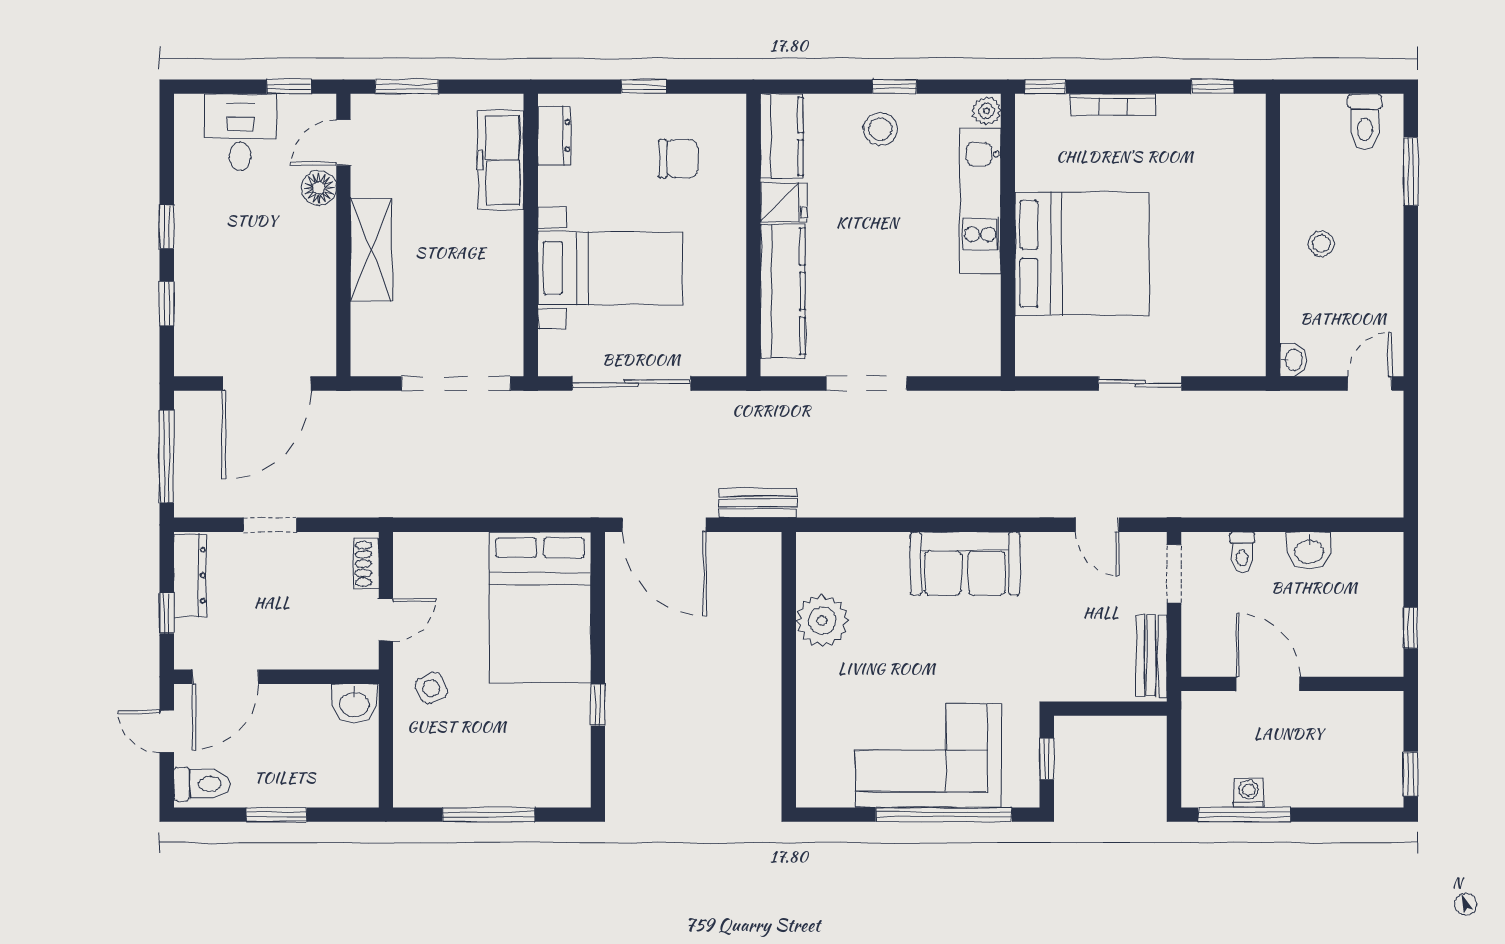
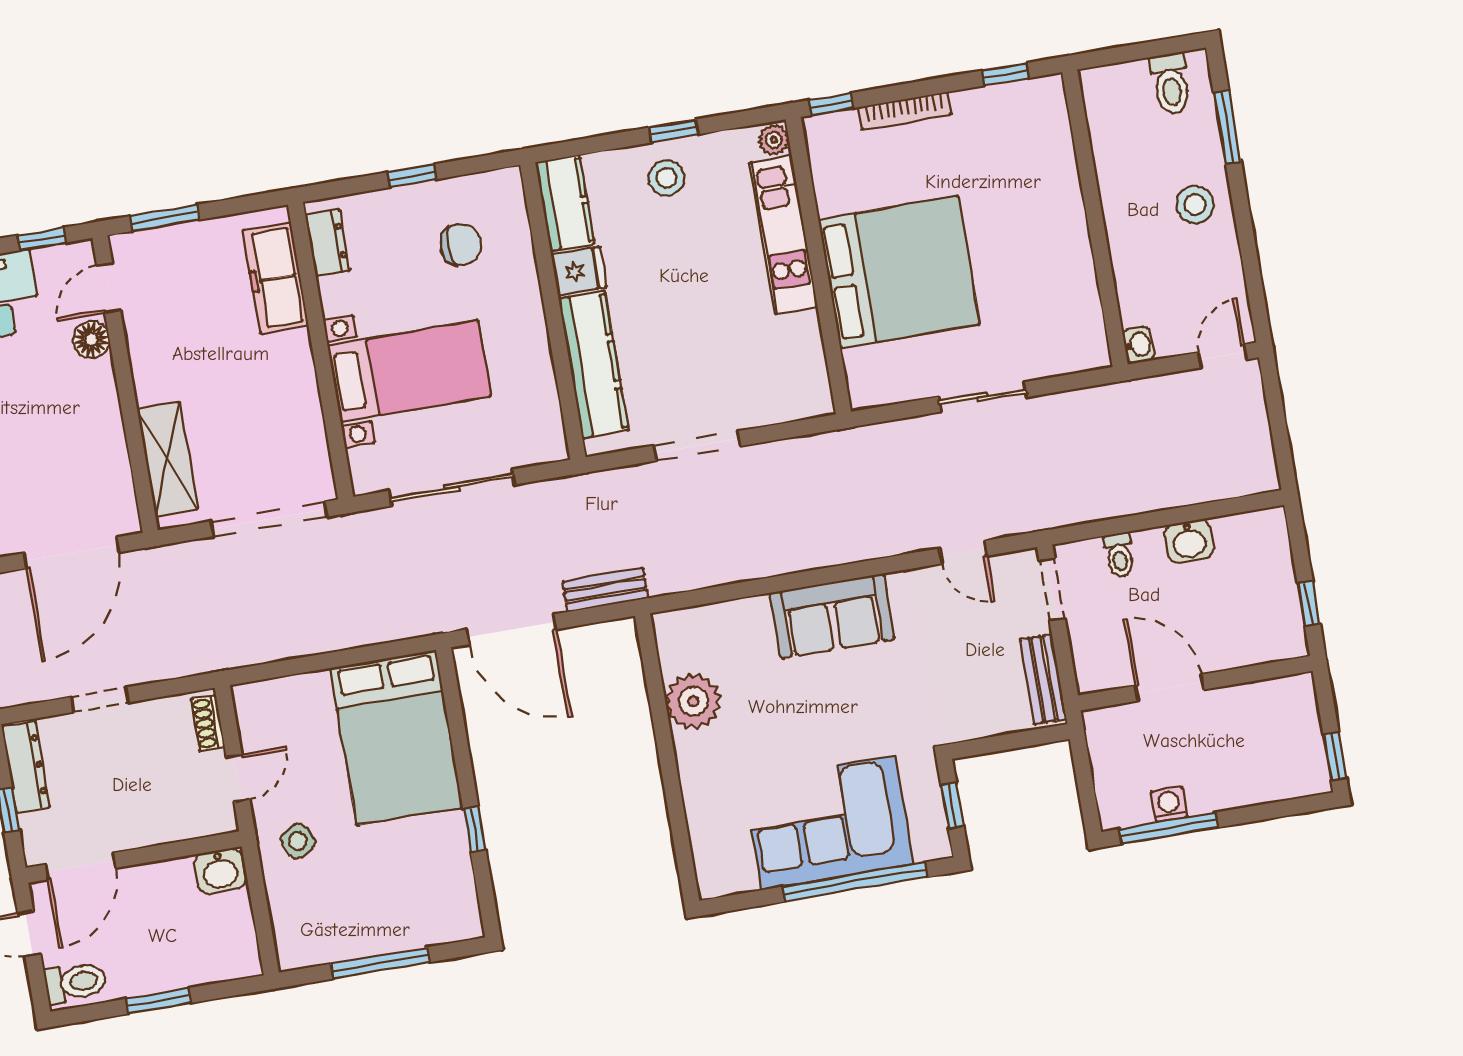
stool: (1321, 244) -> (1195, 205), moved, width x1.37, depth x1.37
shelving: (371, 250) -> (168, 459), moved

